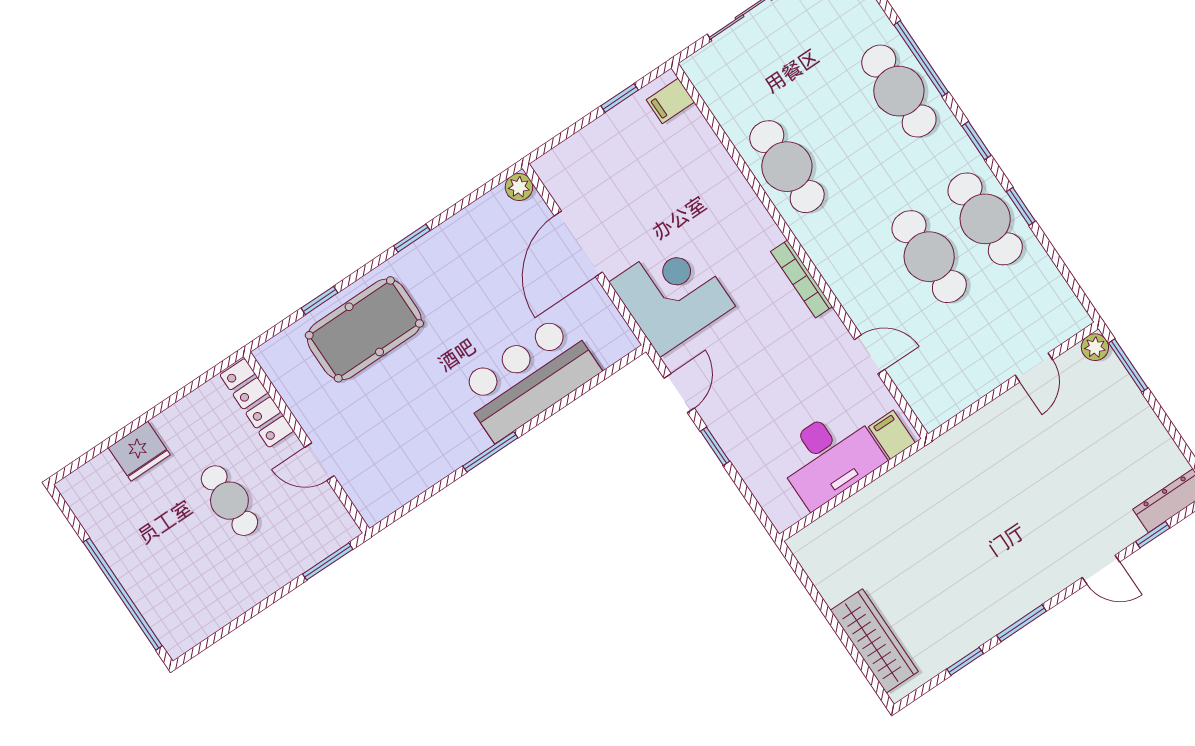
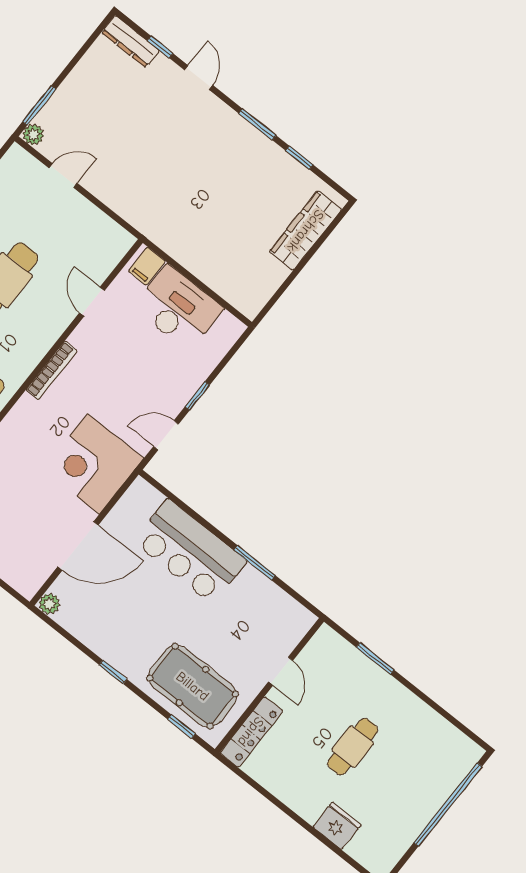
locker: (257, 403) -> (251, 732), moved
wall: (307, 443) -> (269, 685), moved
door: (319, 462) -> (281, 671), moved

